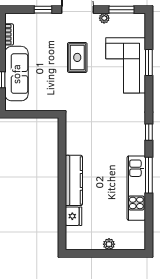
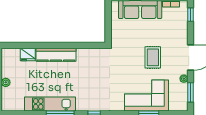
window: (43, 10) -> (191, 15), moved
rug: (77, 57) -> (153, 57), turned 90

